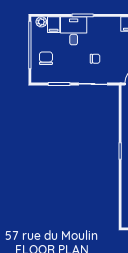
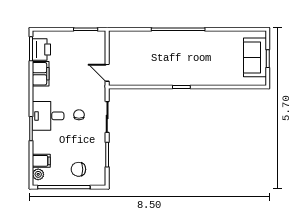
desk: (74, 31) -> (48, 116), moved

